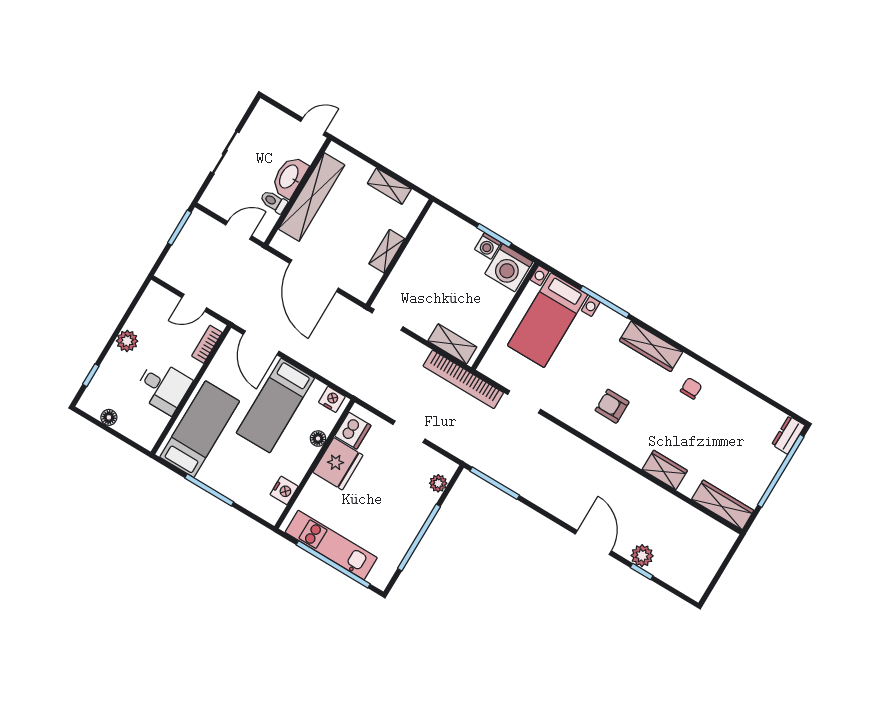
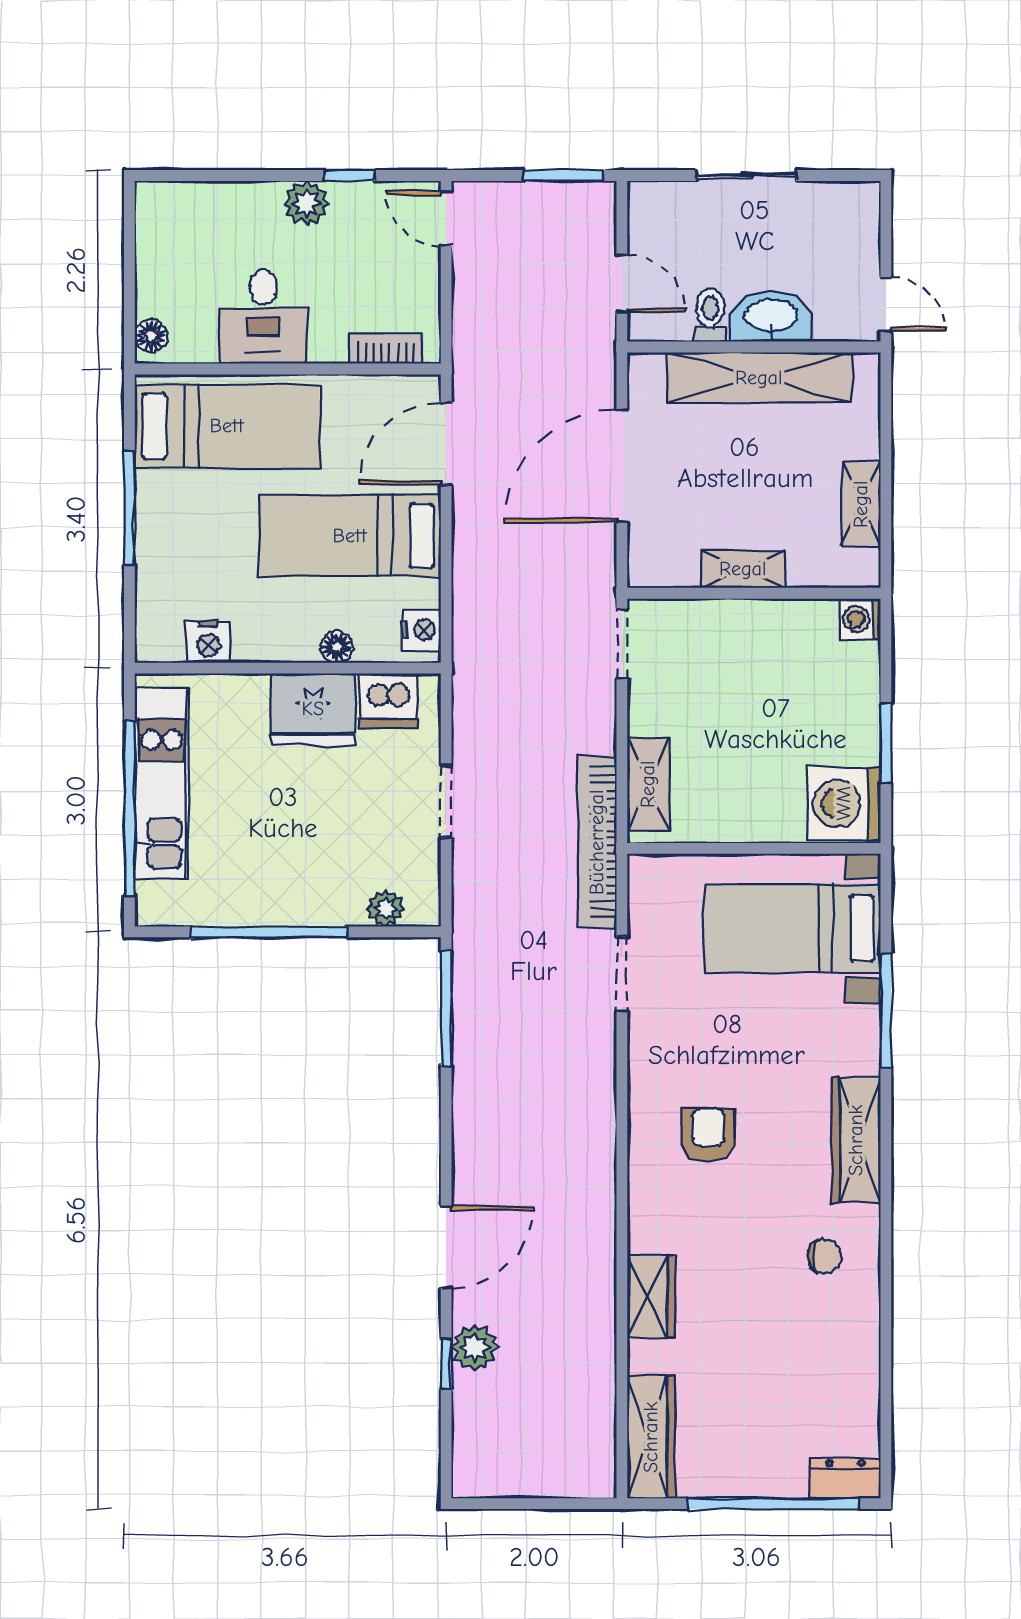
washing machine: (488, 246) -> (860, 619), moved
door: (194, 303) -> (446, 218), moved
window: (91, 375) -> (350, 175), moved
floor lamp: (109, 417) -> (151, 336), moved

